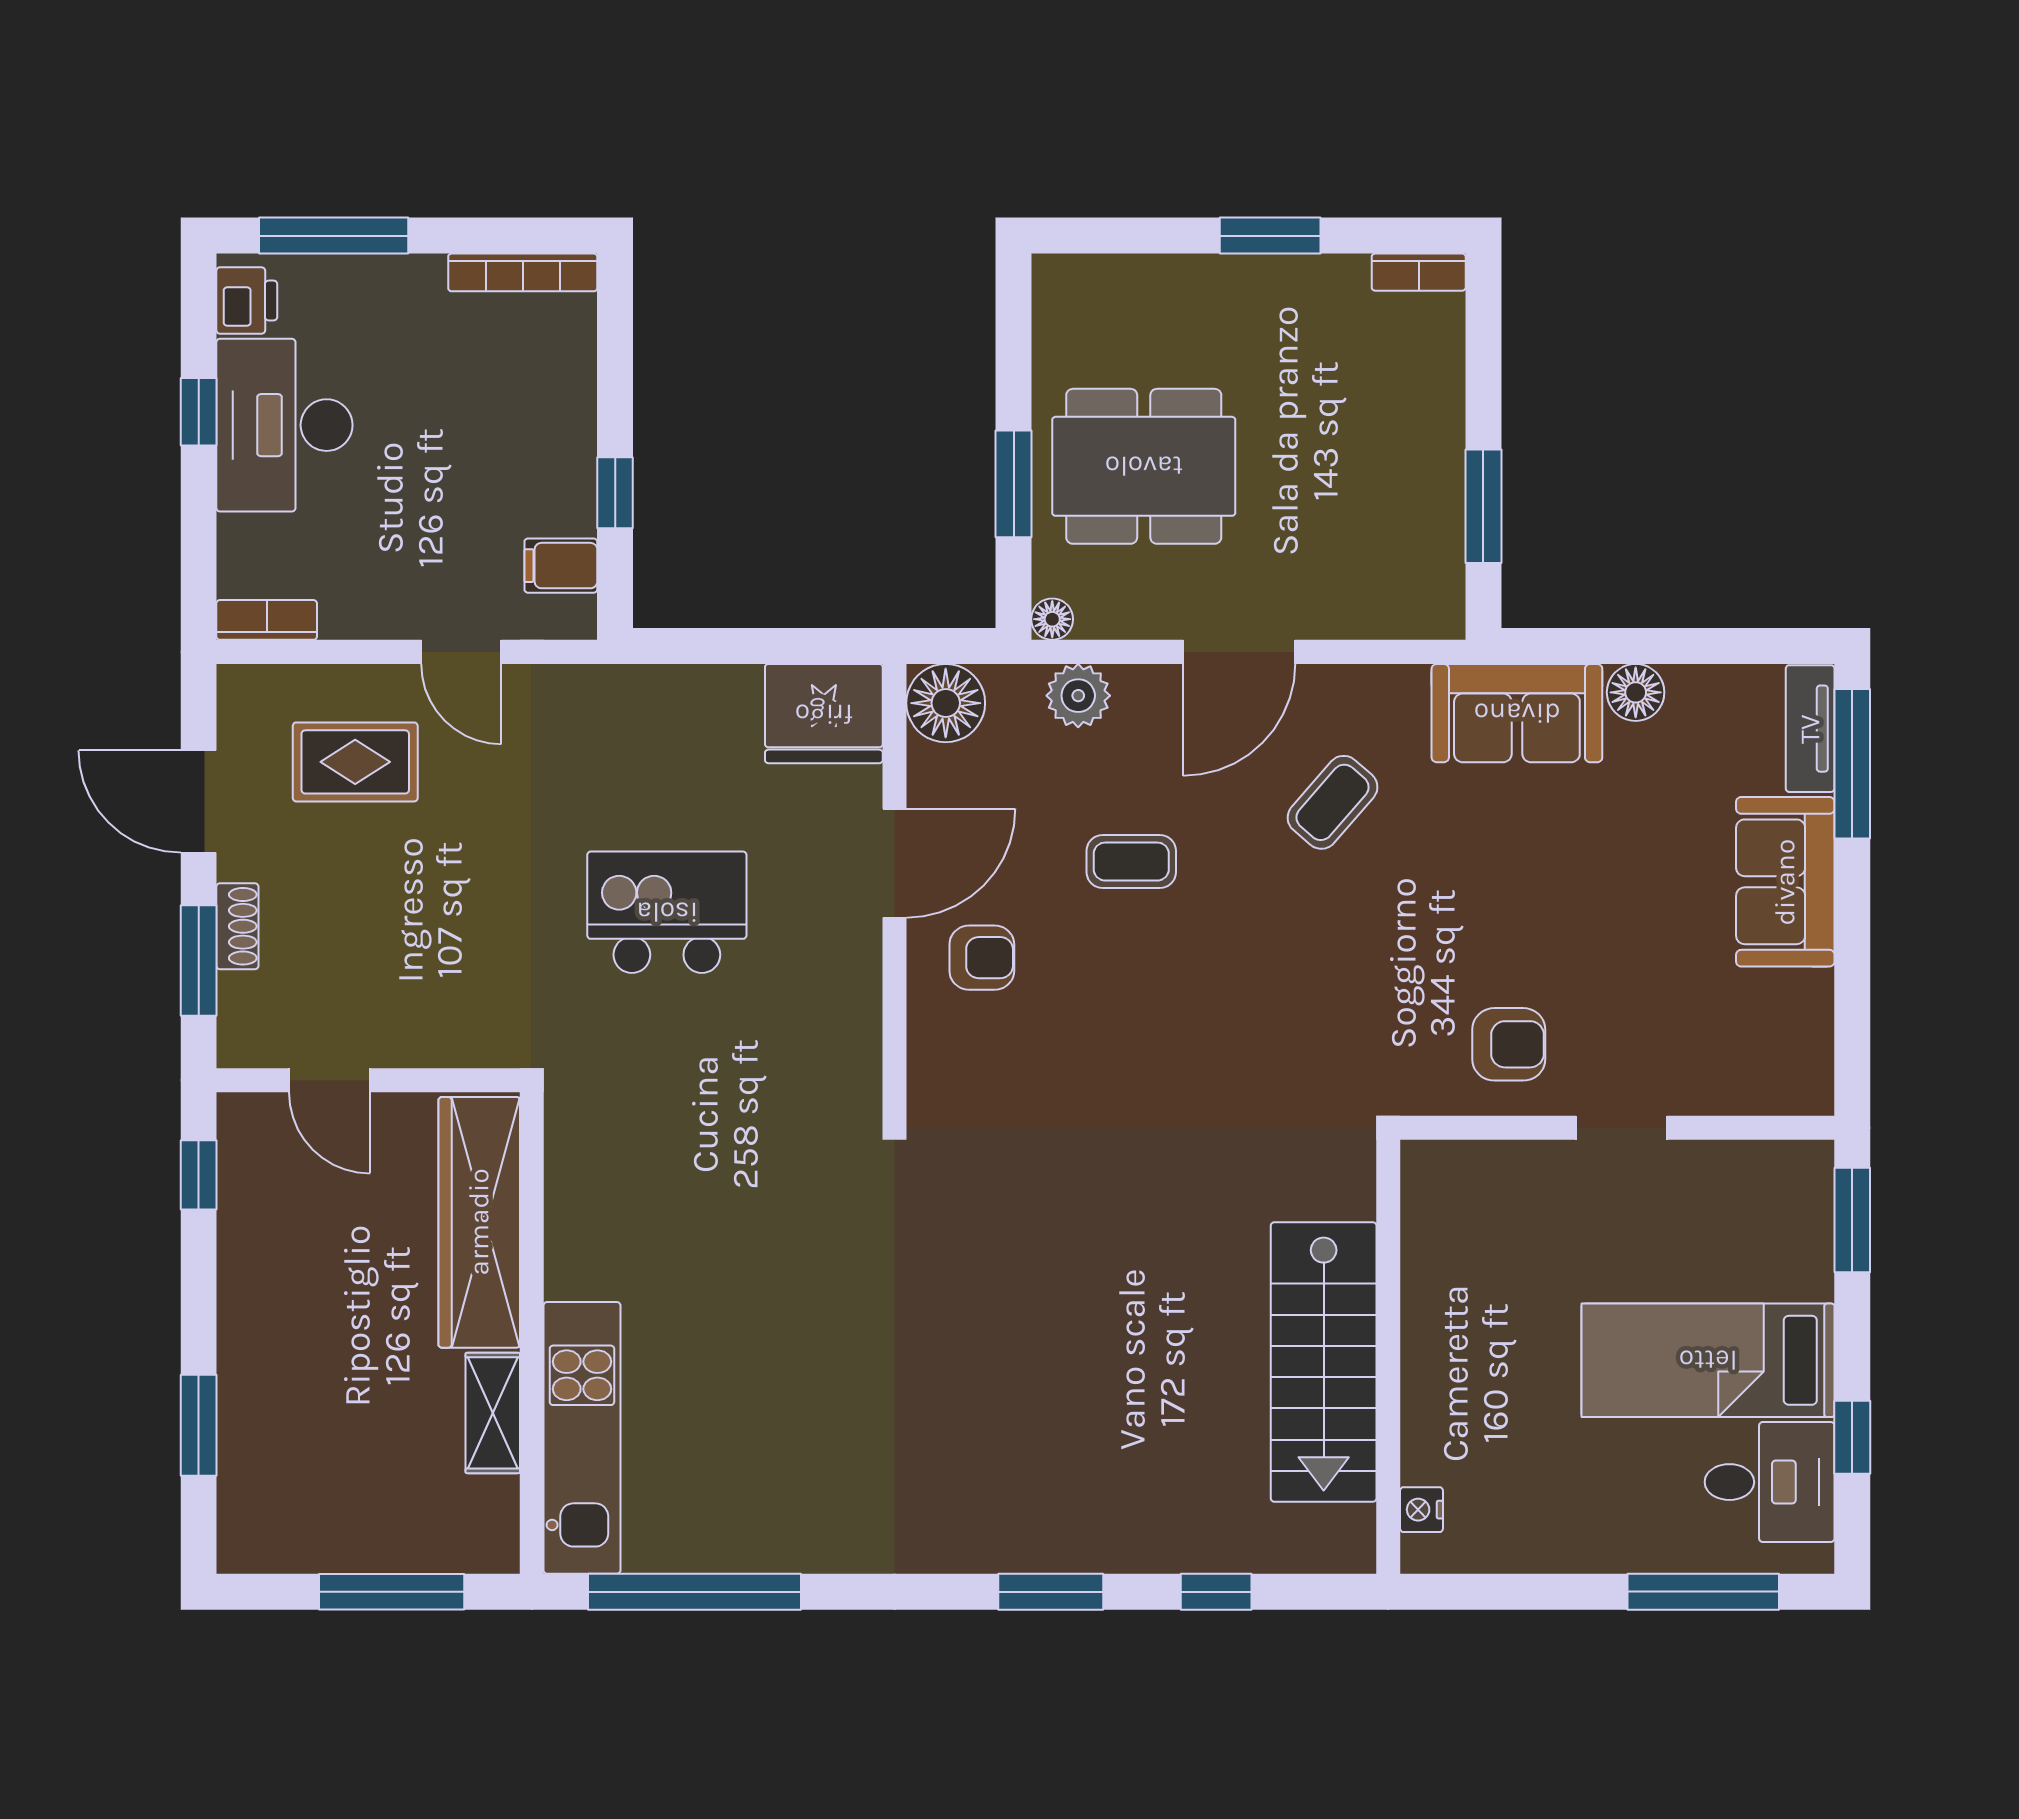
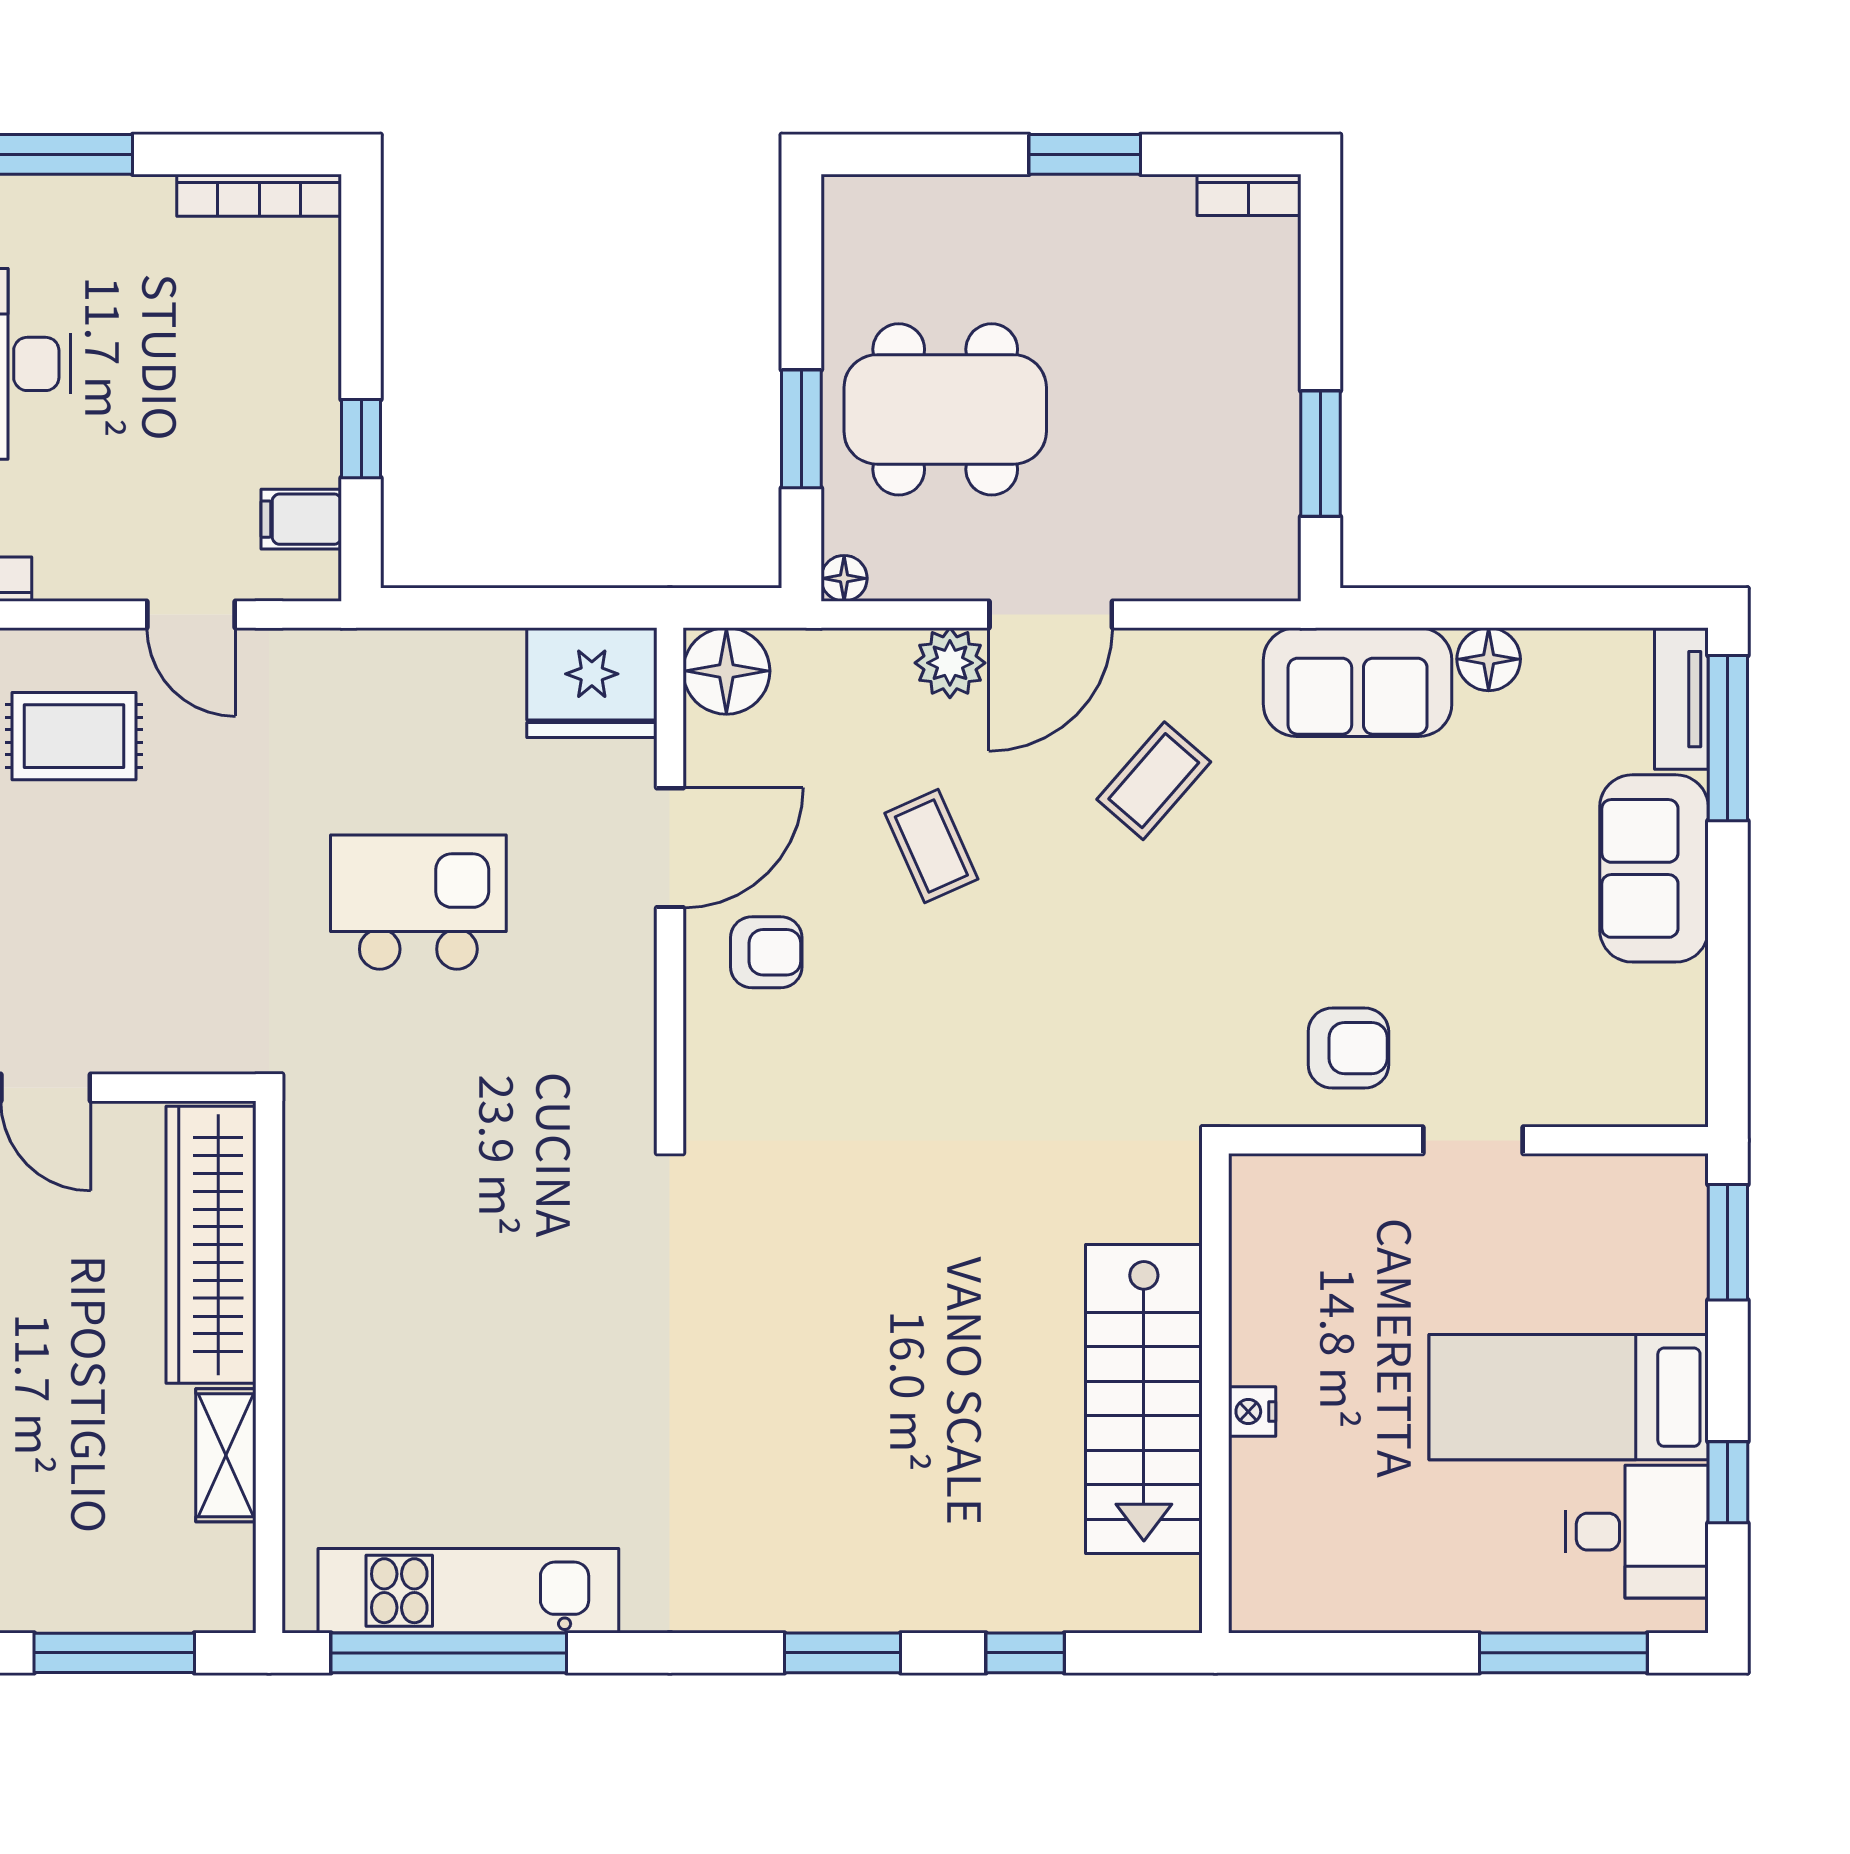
plant: (1078, 696) -> (950, 663), moved
coffee table: (1131, 862) -> (931, 846), turned 66
kitchen unit: (582, 1438) -> (468, 1591), moved, turned -90
nightstand: (1421, 1510) -> (1252, 1412), moved

